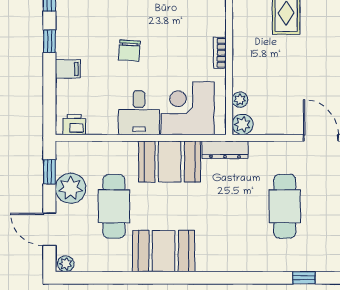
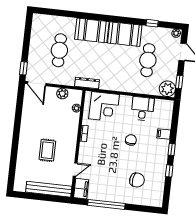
desk: (139, 113) -> (143, 109), moved
plant: (243, 124) -> (62, 94), moved
printer: (74, 125) -> (164, 105), removed
booth: (170, 161) -> (92, 30), moved
plant: (71, 188) -> (167, 89), moved
window: (304, 278) -> (152, 23), moved

